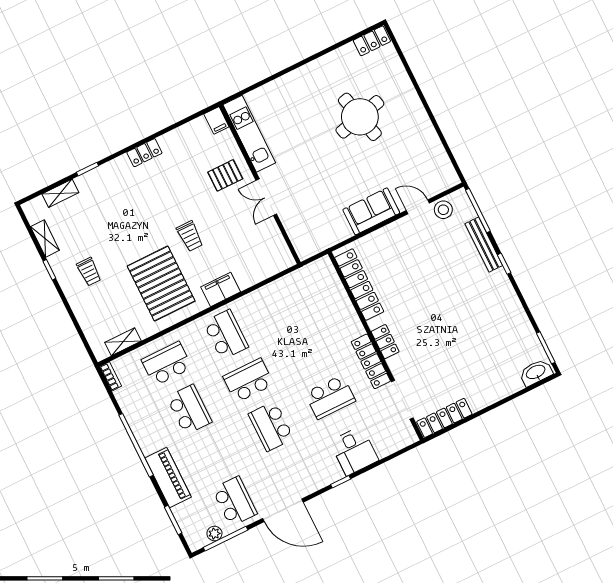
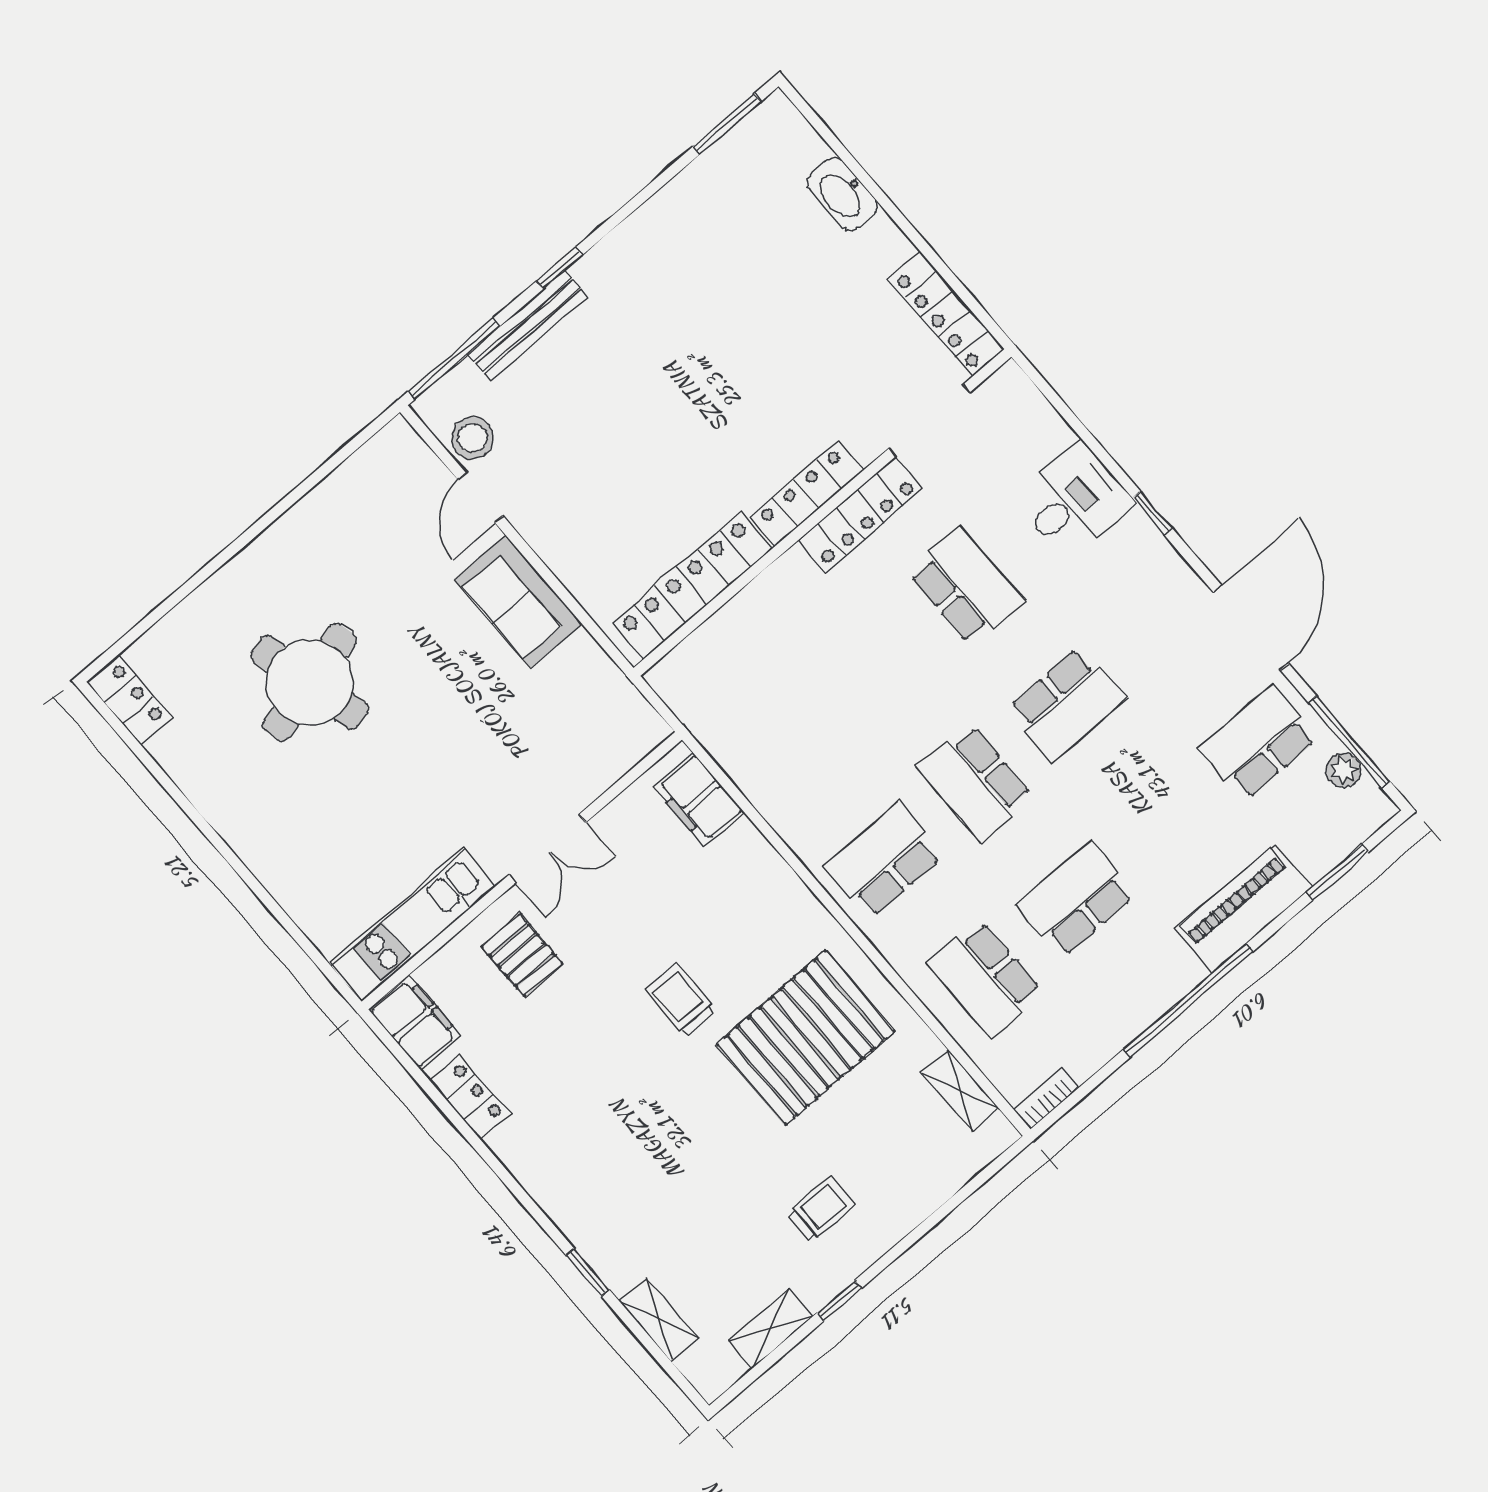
filing cabinet: (216, 120) -> (415, 1022), width x2.00
locker: (144, 153) -> (470, 1097), moved
trolley: (190, 236) -> (681, 1000), turned -90
filing cabinet: (221, 289) -> (699, 800), moved
locker: (385, 342) -> (807, 494), width x1.53
washbasin: (536, 372) -> (842, 194), moved

